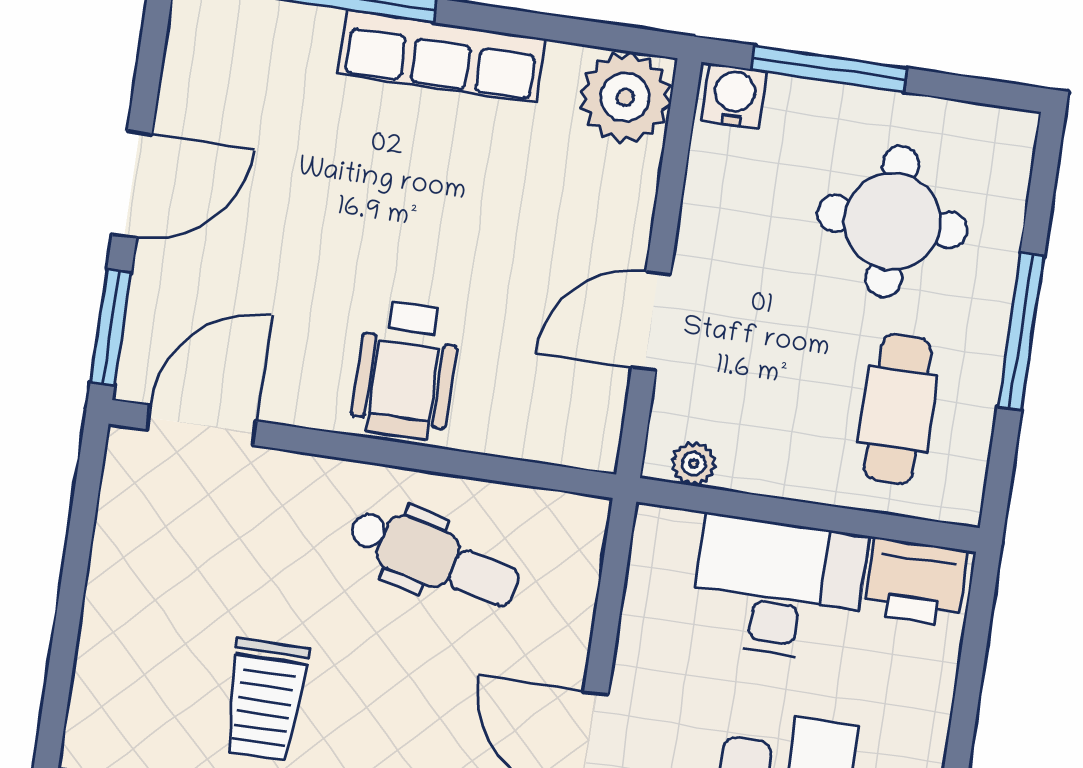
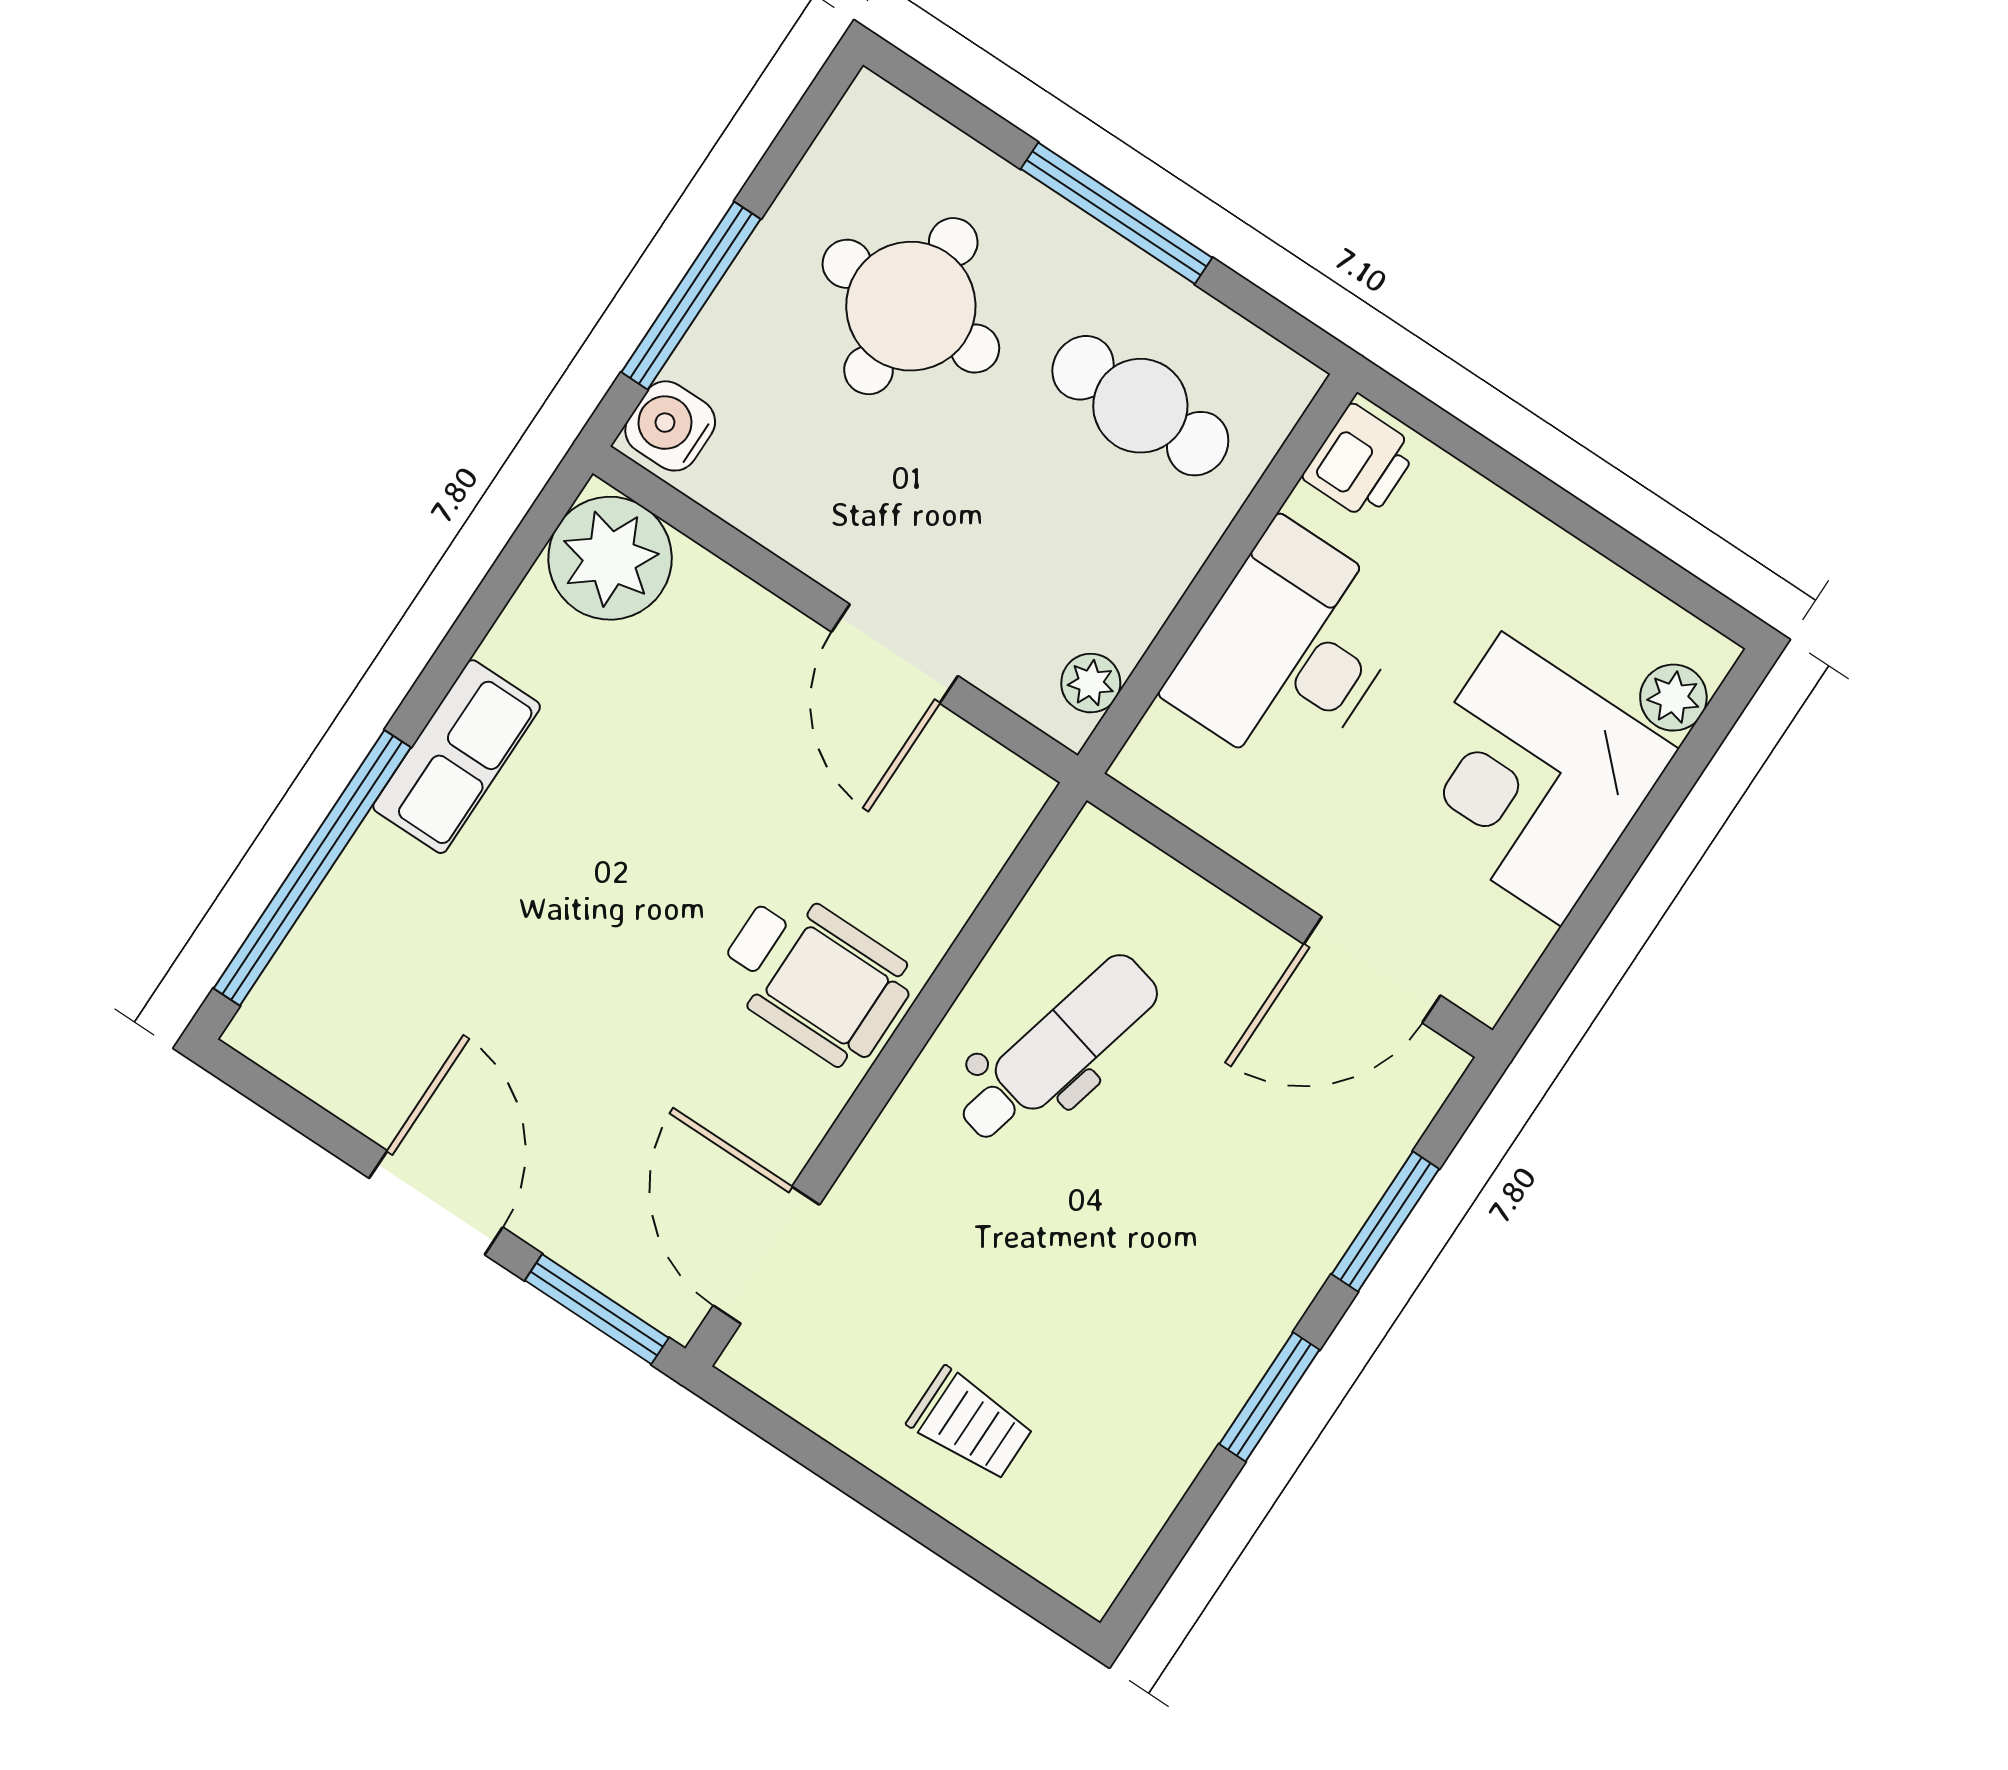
row of seats: (442, 56) -> (457, 757), width x0.68
printer: (916, 582) -> (1360, 462), width x0.73, depth x0.81
trolley: (265, 700) -> (970, 1424), moved, width x0.73, depth x0.72

